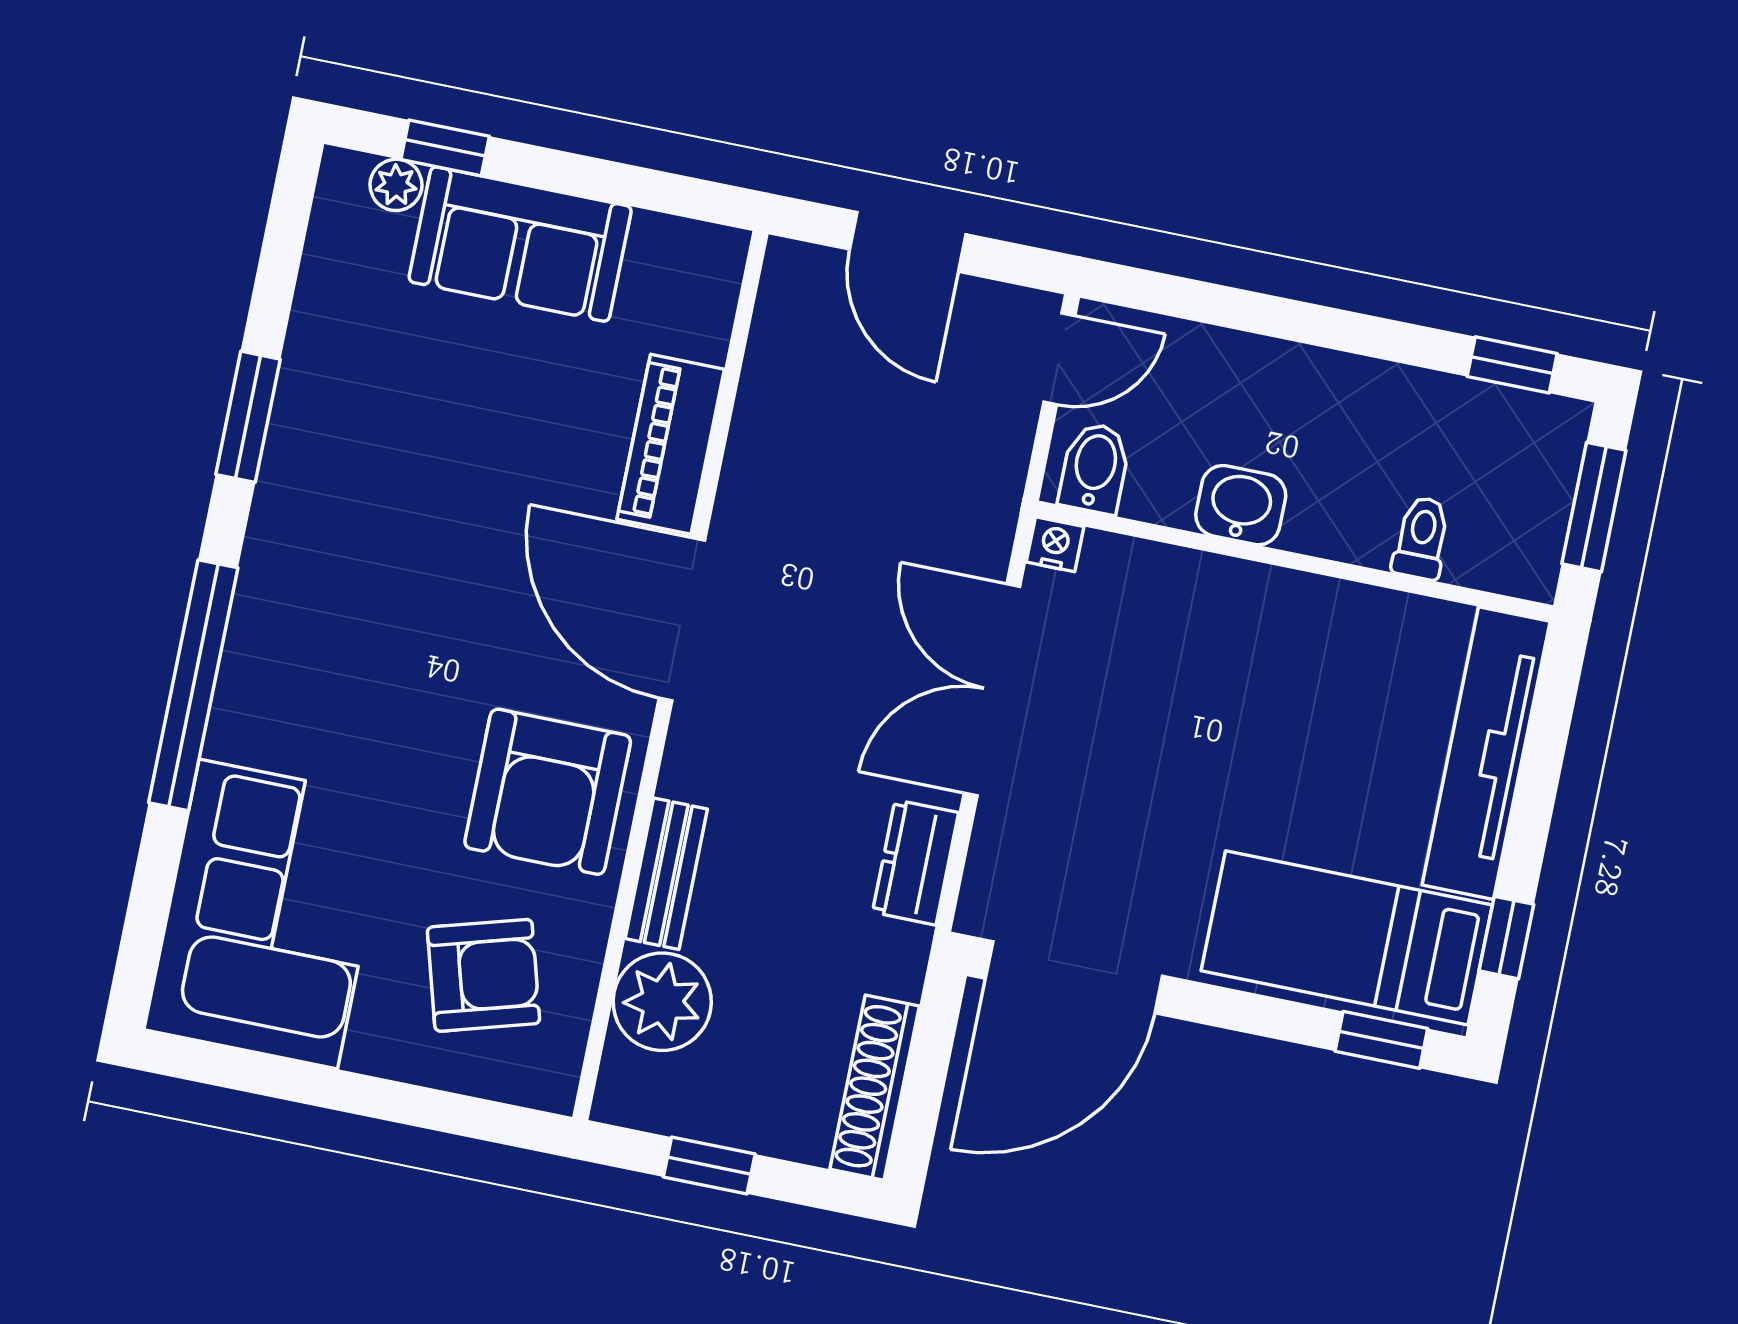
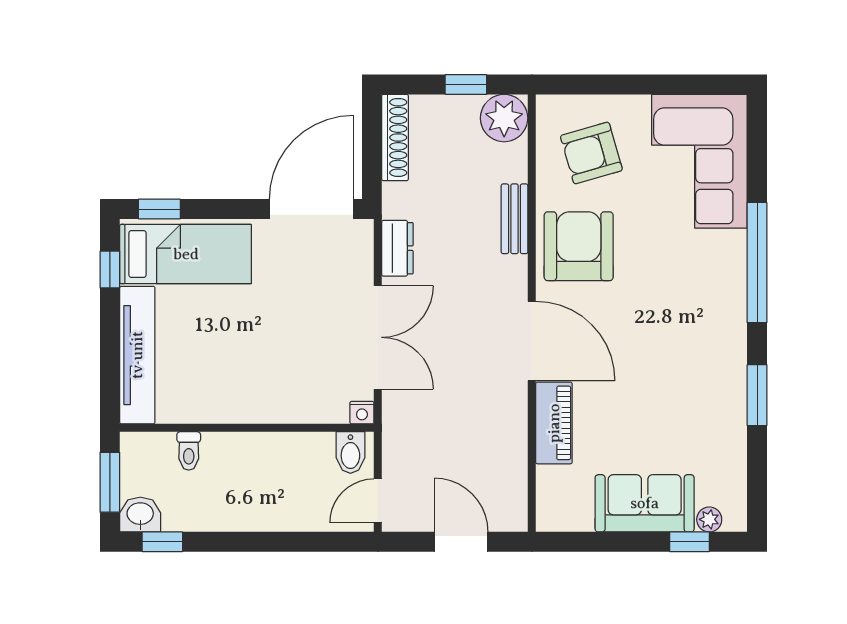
washbasin: (1241, 505) -> (140, 515), moved, turned 180
plant: (662, 1002) -> (504, 118), moved

